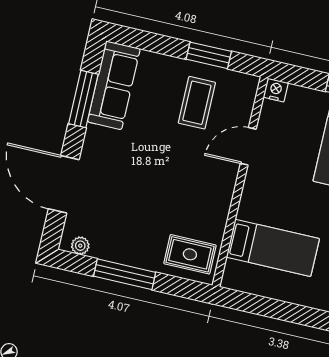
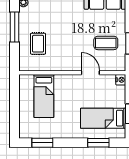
rug: (190, 254) -> (38, 44), moved

